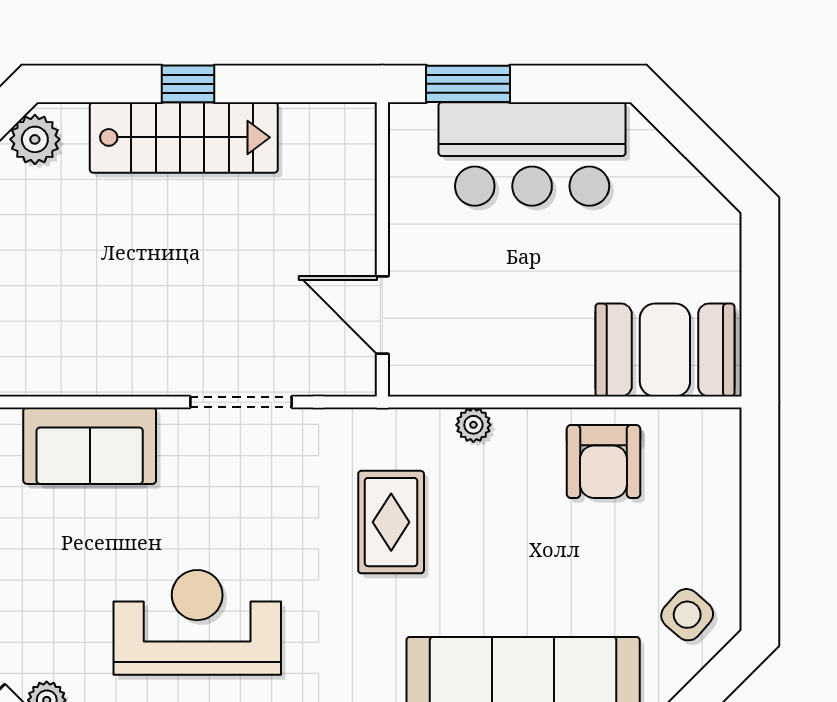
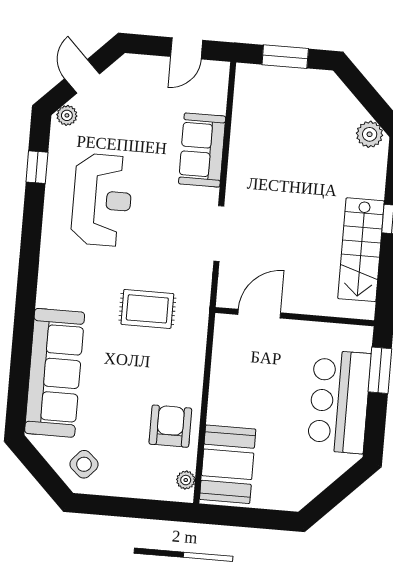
stairs: (184, 137) -> (361, 250), moved
plant: (473, 425) -> (186, 480), moved
armchair: (603, 461) -> (170, 426), turned 90

